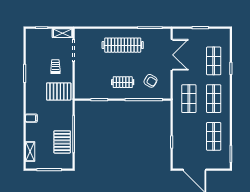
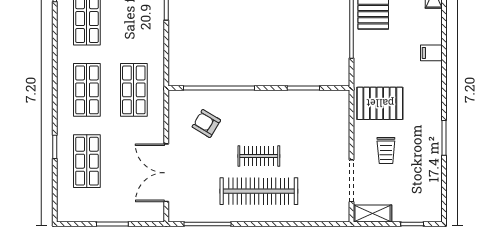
clothes rail: (123, 82) -> (259, 156), moved

